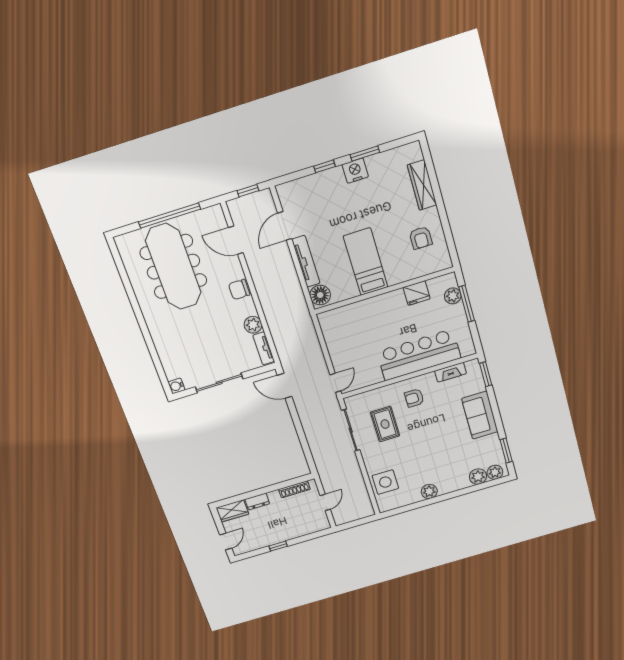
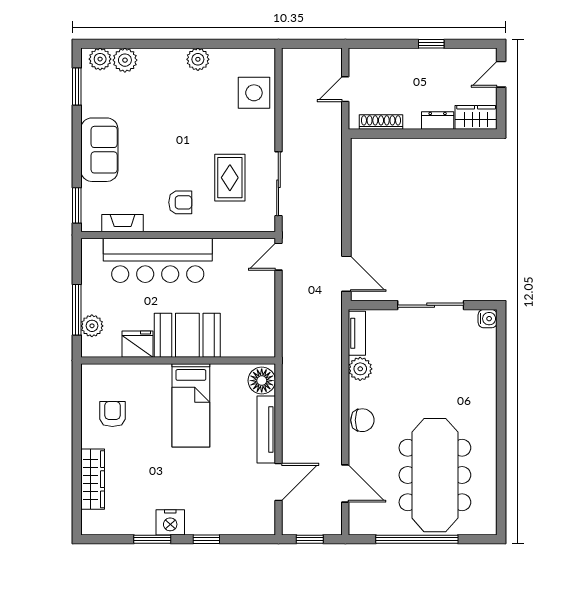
booth: (383, 310) -> (187, 335), added

